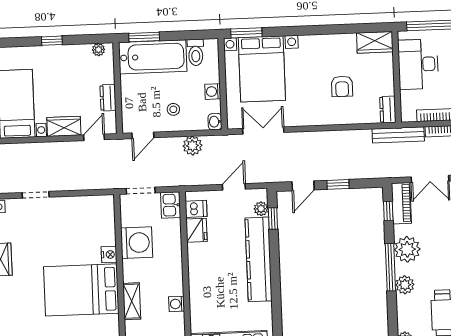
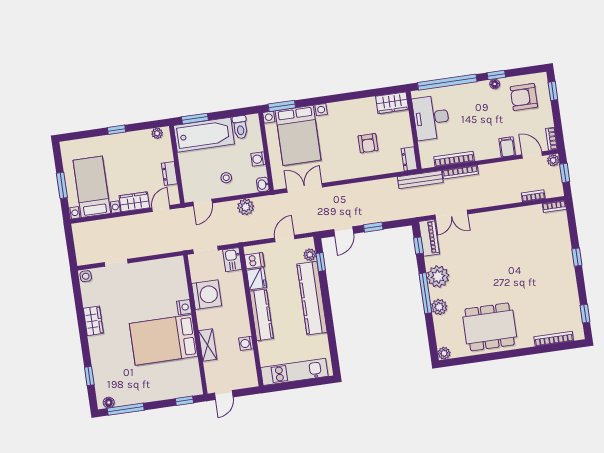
kitchen counter: (198, 273) -> (261, 315), added

